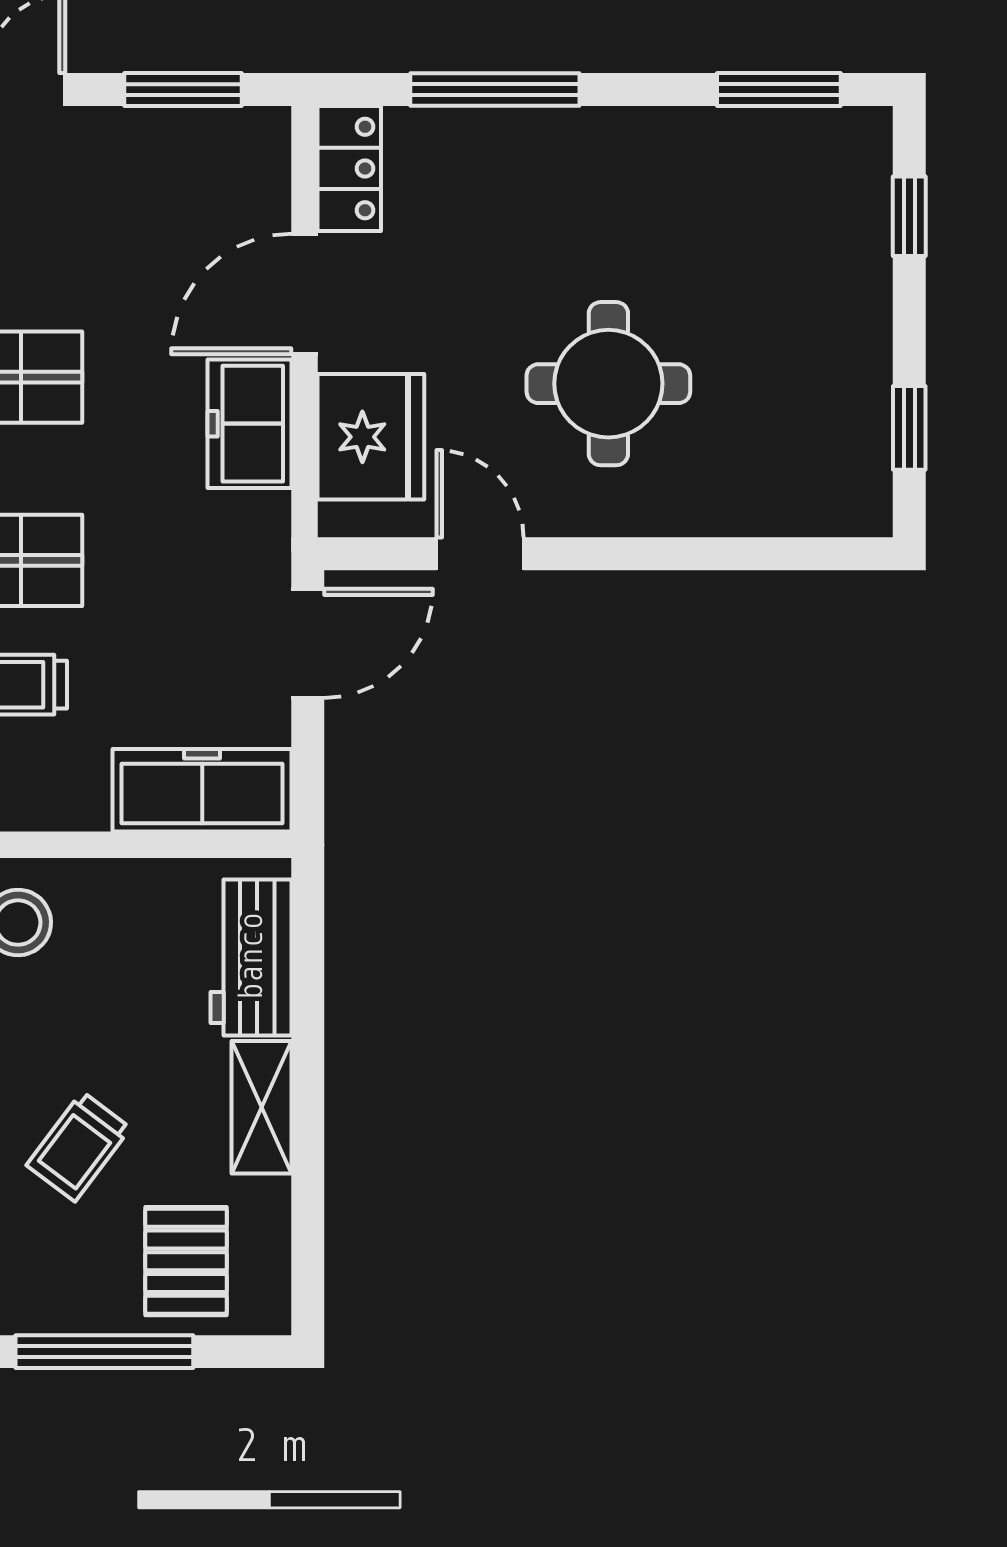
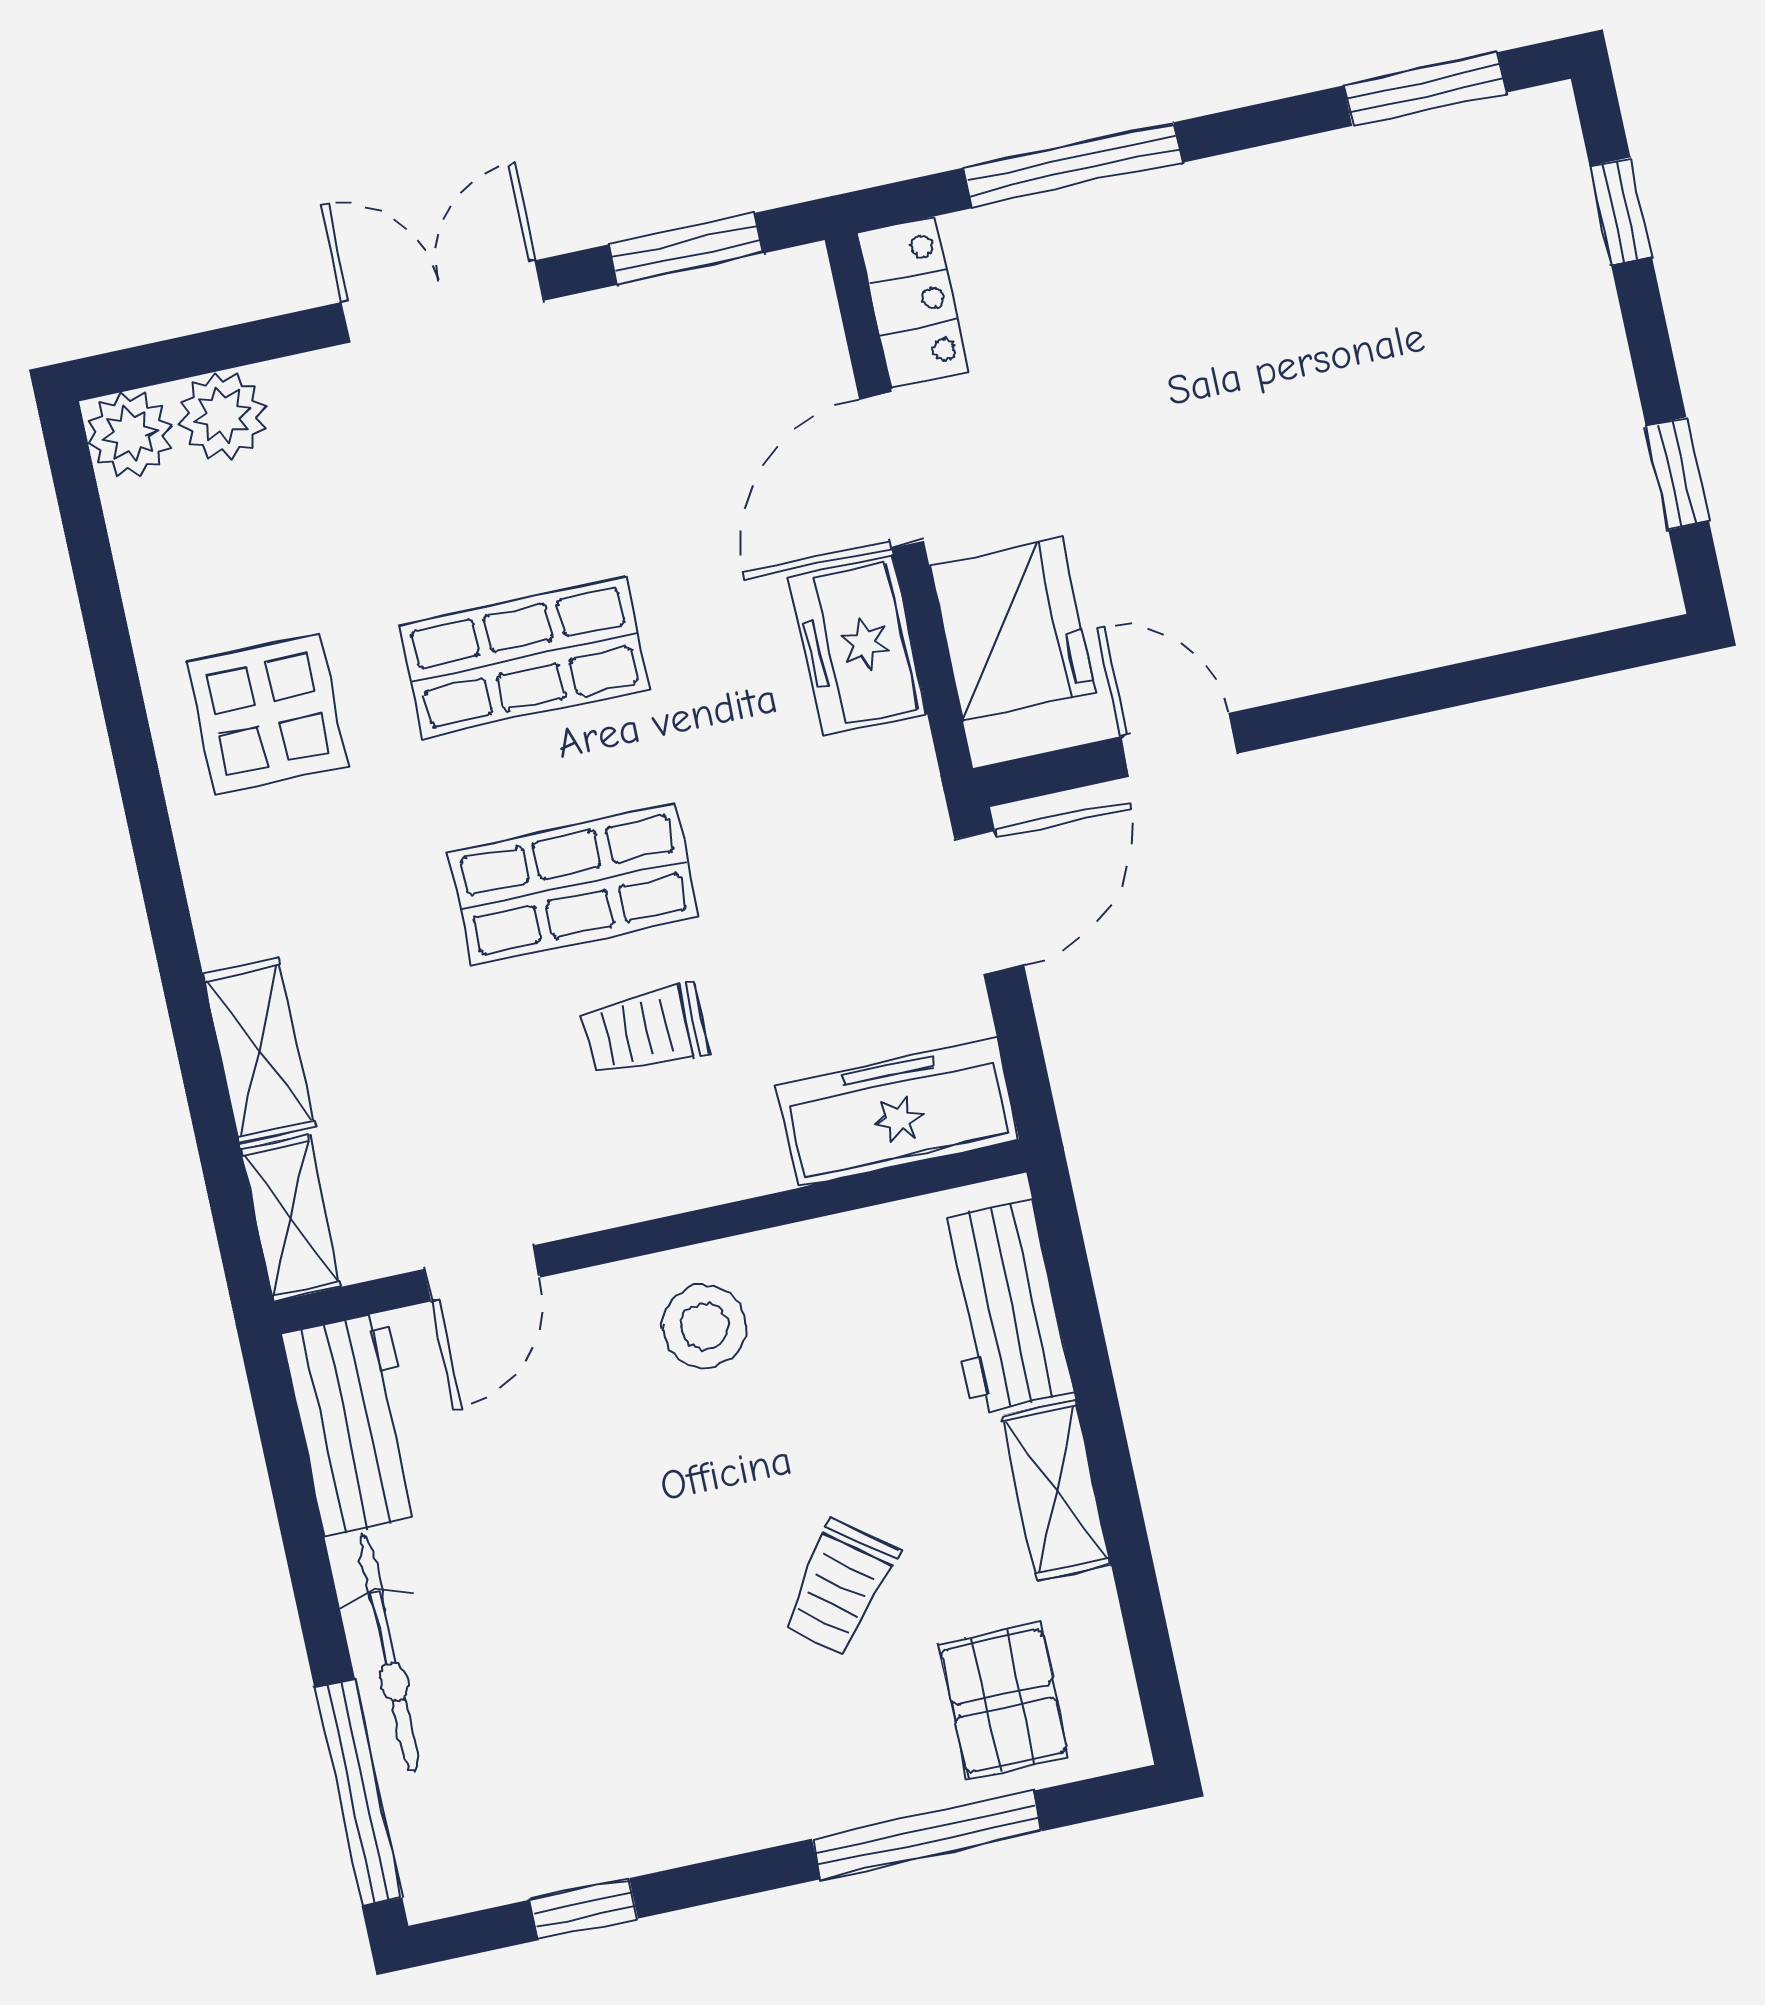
round table: (608, 384) -> (1292, 500), removed

